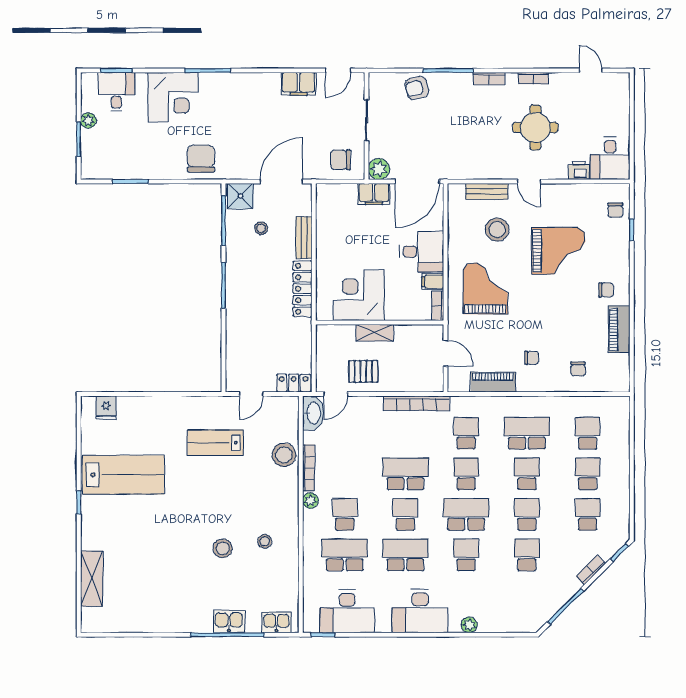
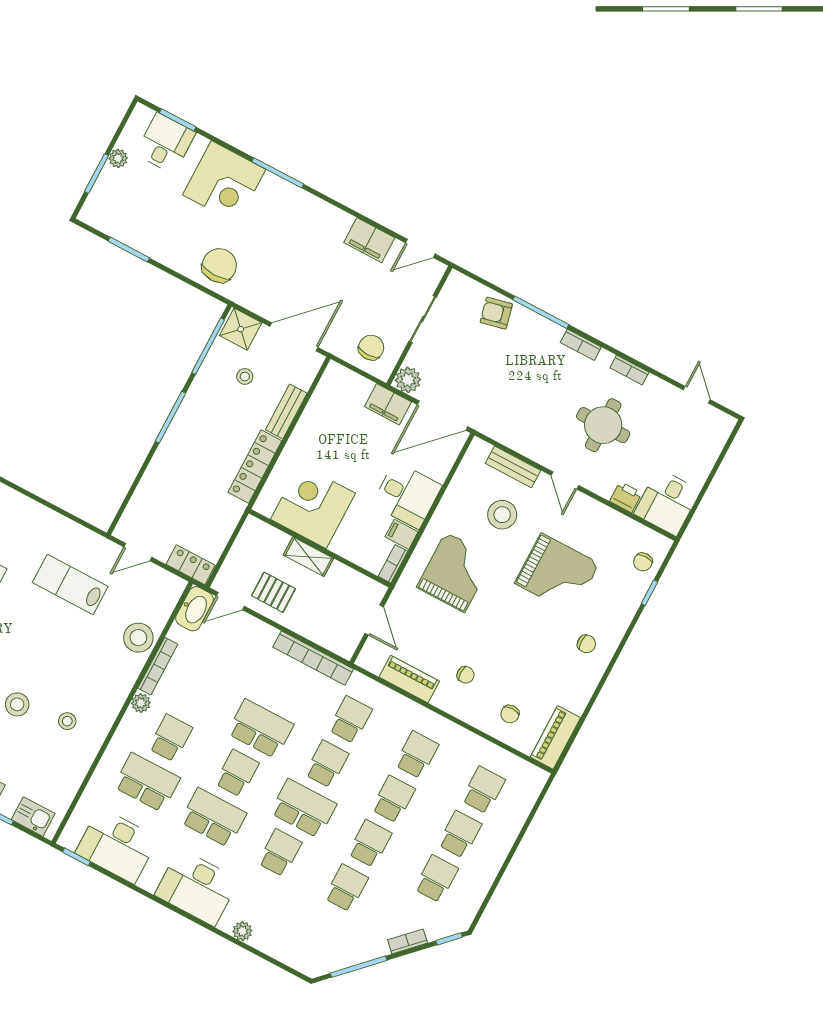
chair: (340, 160) -> (371, 348), turned 90
piano: (619, 329) -> (555, 737), moved
school desk: (527, 433) -> (417, 755), width x0.54

